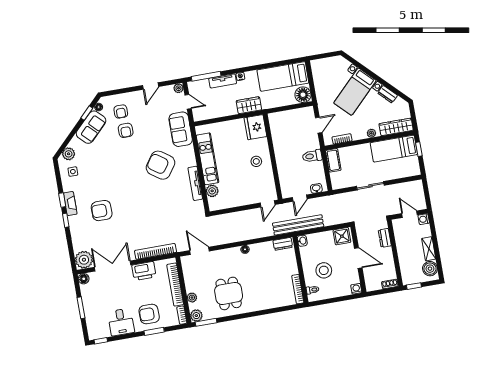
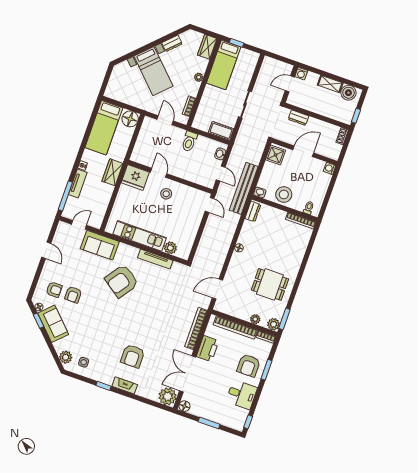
plant: (179, 88) -> (62, 226), removed
wardrobe: (396, 127) -> (207, 47), width x0.67
armchair: (126, 130) -> (73, 295), turned 90
door: (271, 145) -> (159, 173), added
cot: (333, 160) -> (221, 131), moved
fireplace: (70, 204) -> (125, 385), moved
window: (66, 220) -> (123, 393), removed
stool: (324, 270) -> (284, 194), moved

